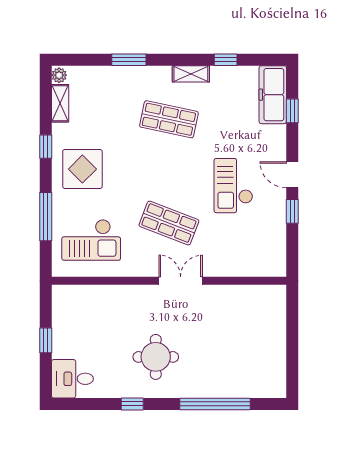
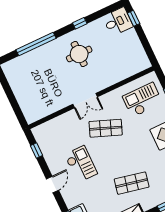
door: (292, 175) -> (53, 185), hinge flipped
window: (292, 211) -> (36, 151), moved
window: (46, 340) -> (134, 18), moved

